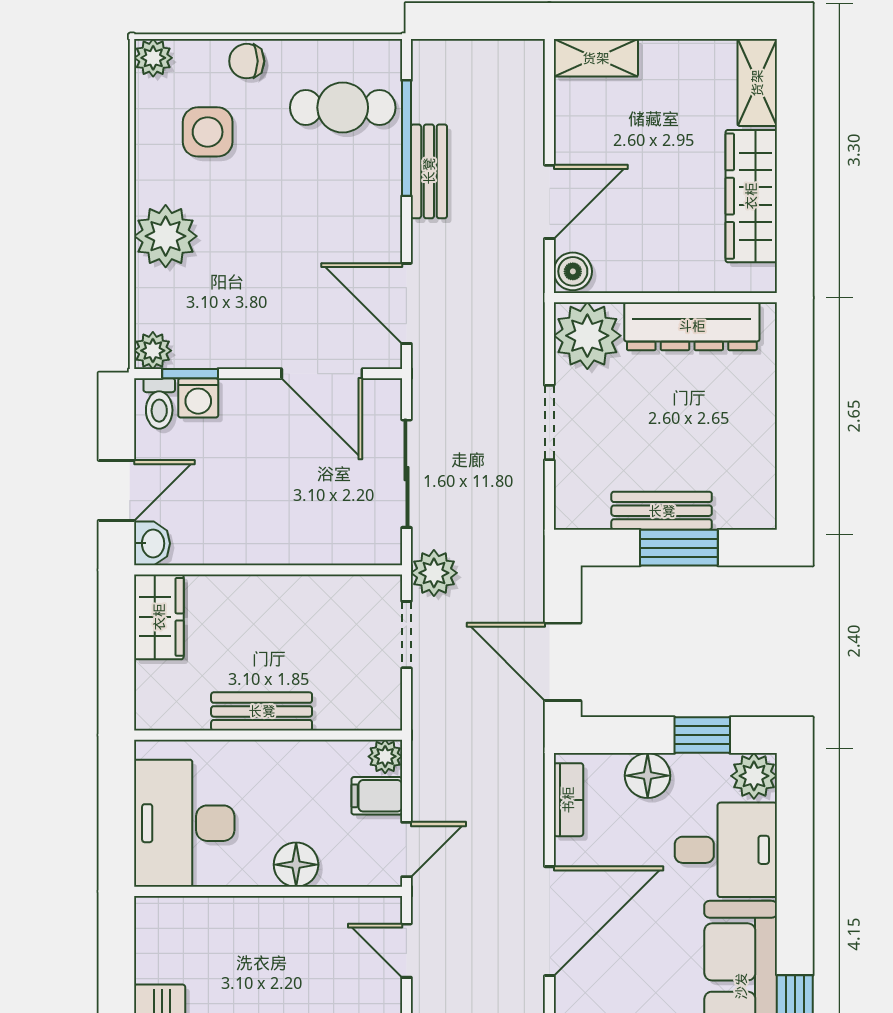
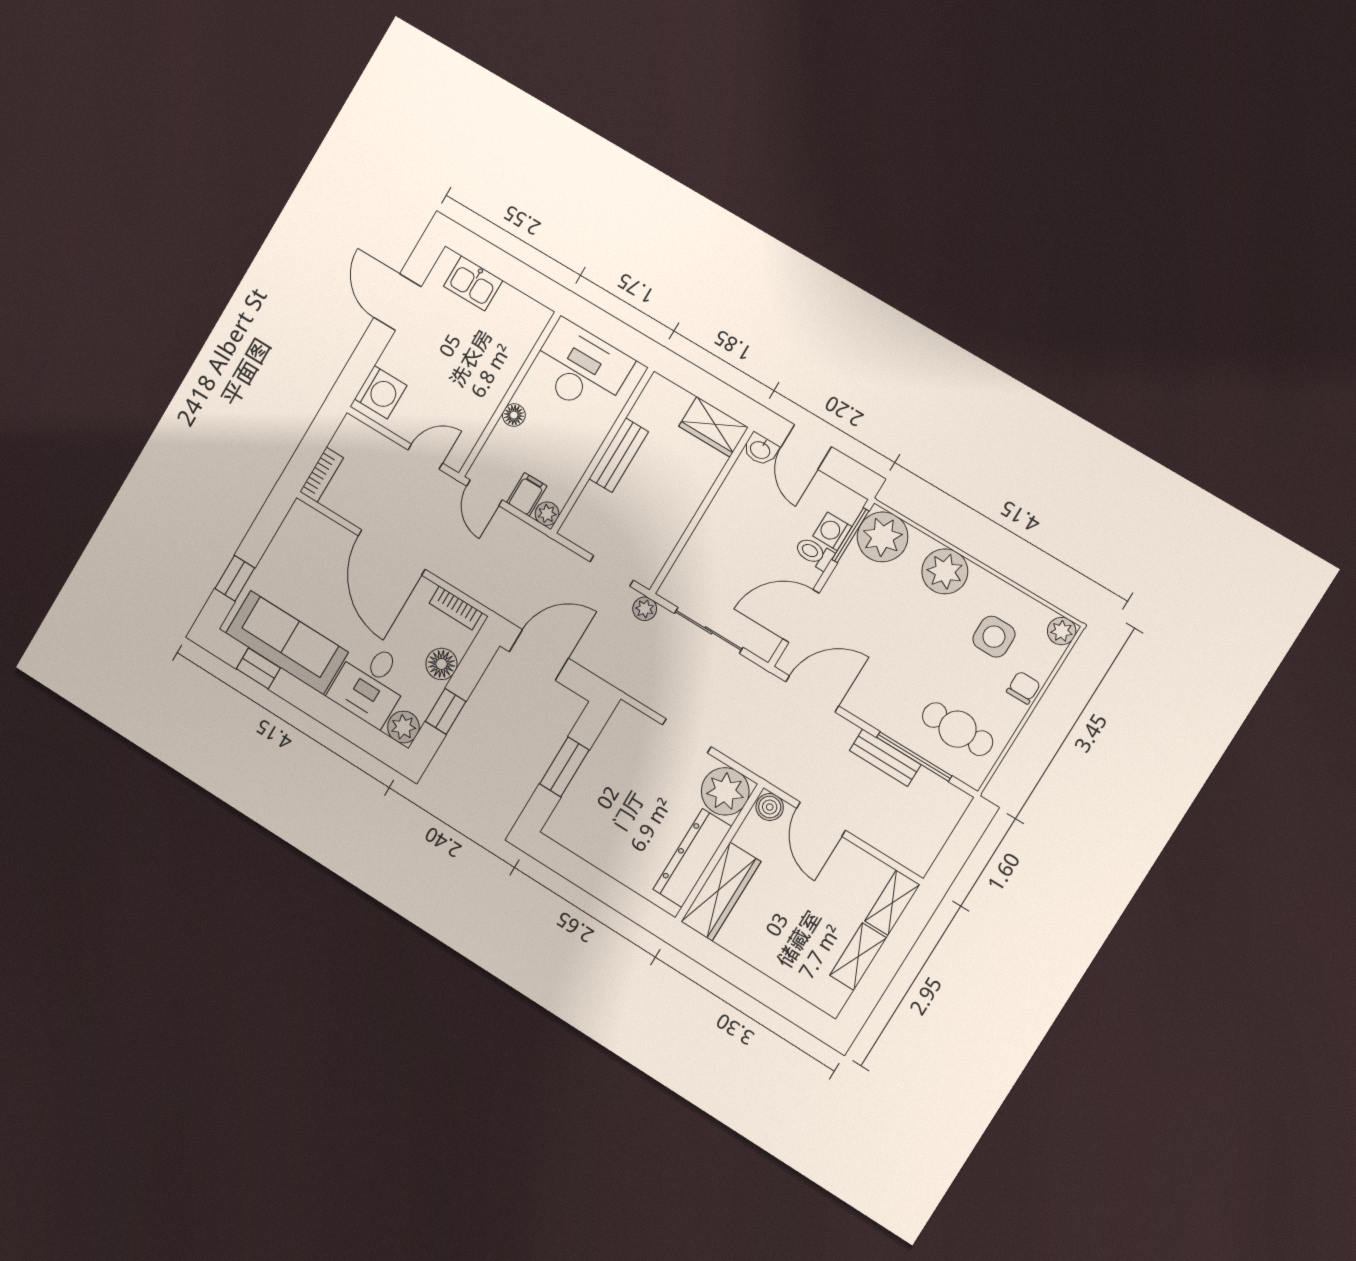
shelving: (757, 83) -> (858, 957), moved, turned 90
cafe table: (343, 108) -> (958, 729), turned 90
wardrobe: (751, 196) -> (721, 892), moved, turned 90
plant: (153, 351) -> (883, 537), width x1.87, depth x1.87
window: (190, 374) -> (850, 535), width x1.50
toilet: (159, 403) -> (814, 553), moved
bench: (662, 511) -> (593, 770), removed
plant: (434, 573) -> (645, 609), width x0.73, depth x0.73
floor lamp: (296, 865) -> (514, 415), width x0.73, depth x0.73

